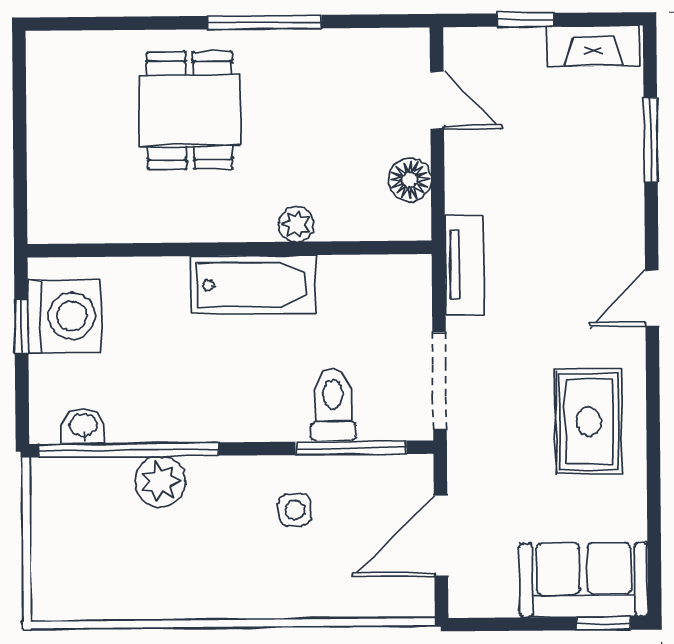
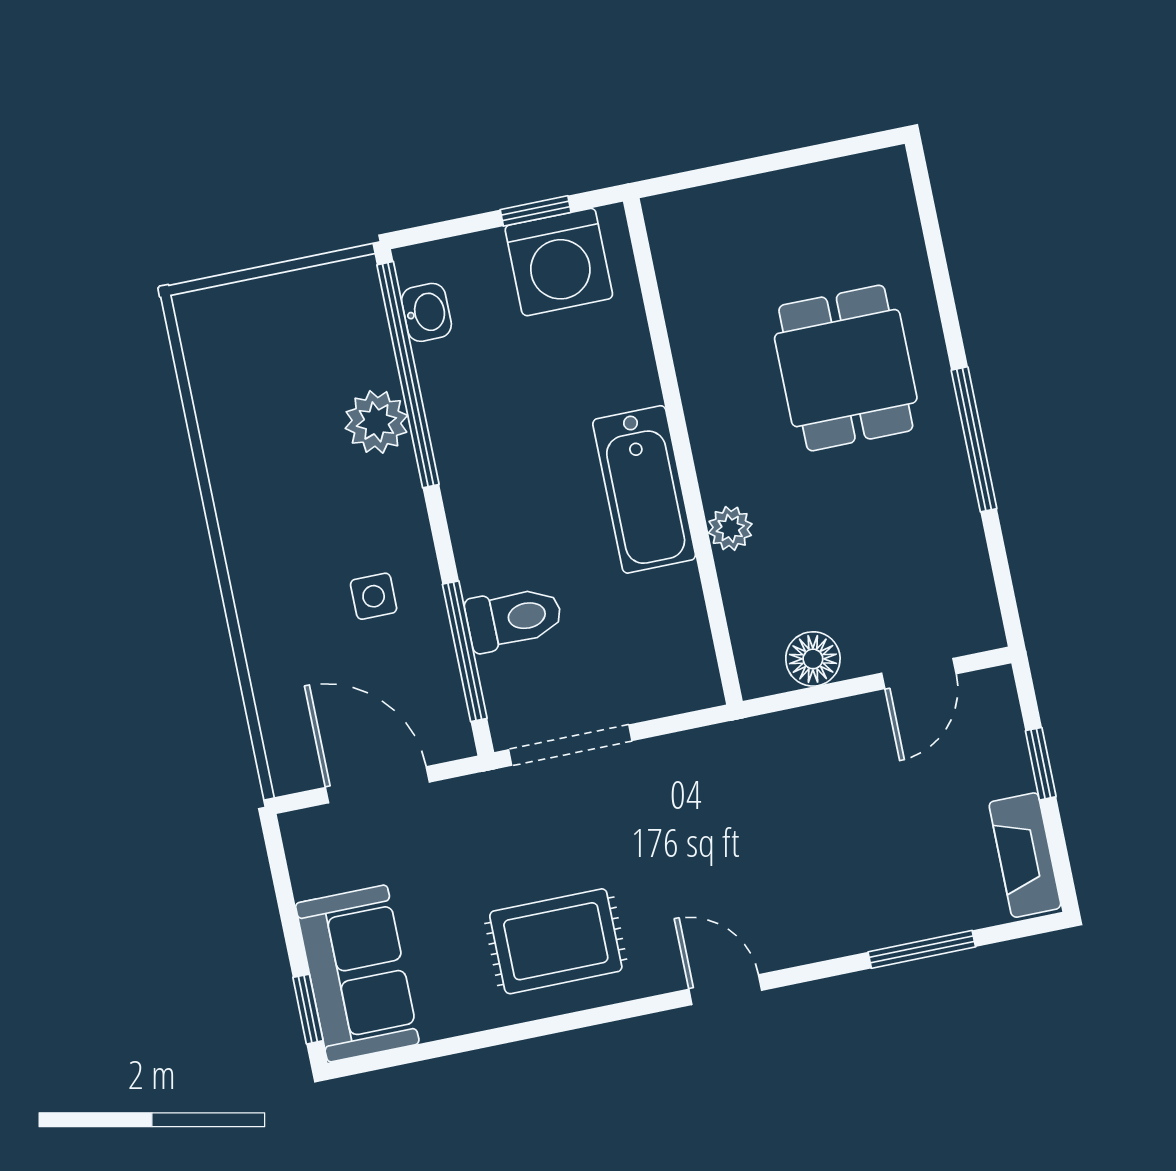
dining table: (190, 110) -> (846, 368), turned 90
tv unit: (464, 265) -> (721, 748), removed

